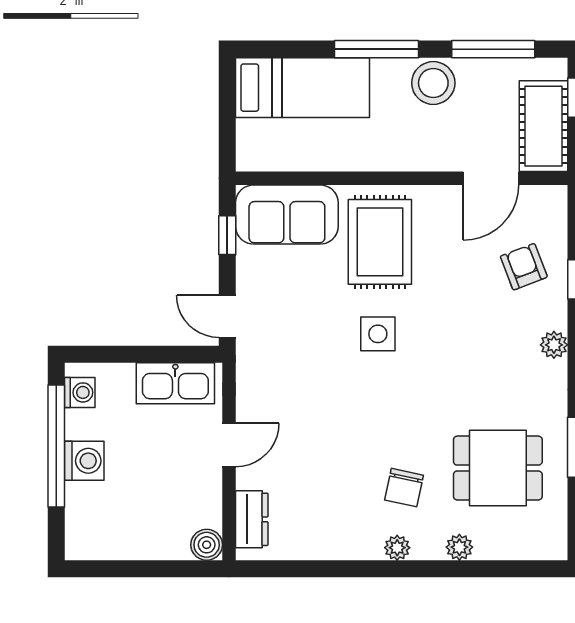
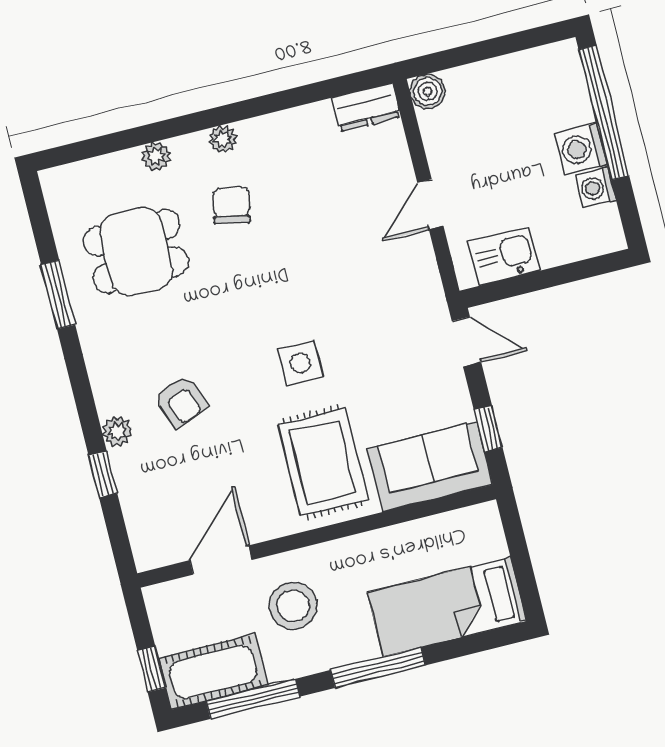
stool: (433, 83) -> (293, 606), moved
cot: (543, 126) -> (213, 672), moved, turned 90
armchair: (524, 267) -> (181, 401), moved
plant: (554, 345) -> (117, 431), moved
kitchen sink: (175, 383) -> (504, 256), width x0.73
washing machine: (80, 392) -> (596, 188), moved
window: (56, 446) -> (604, 113), moved
dresser: (252, 519) -> (366, 107), moved, turned -90

